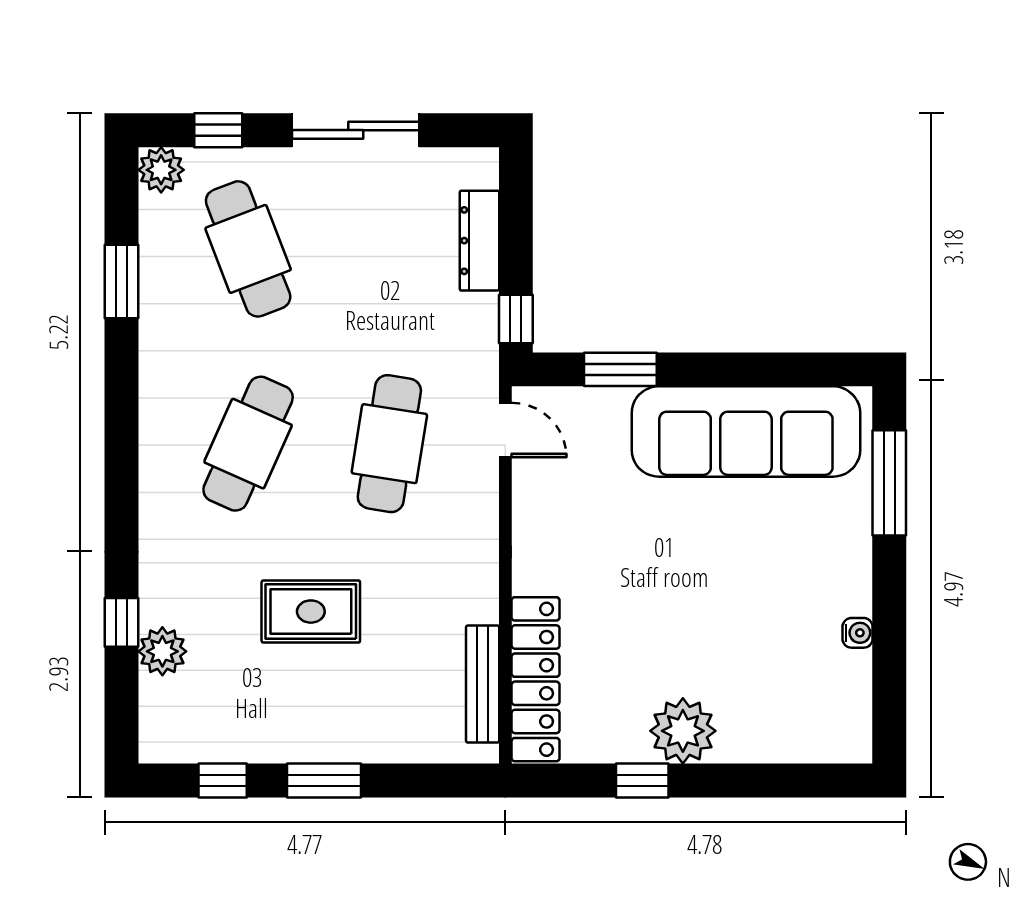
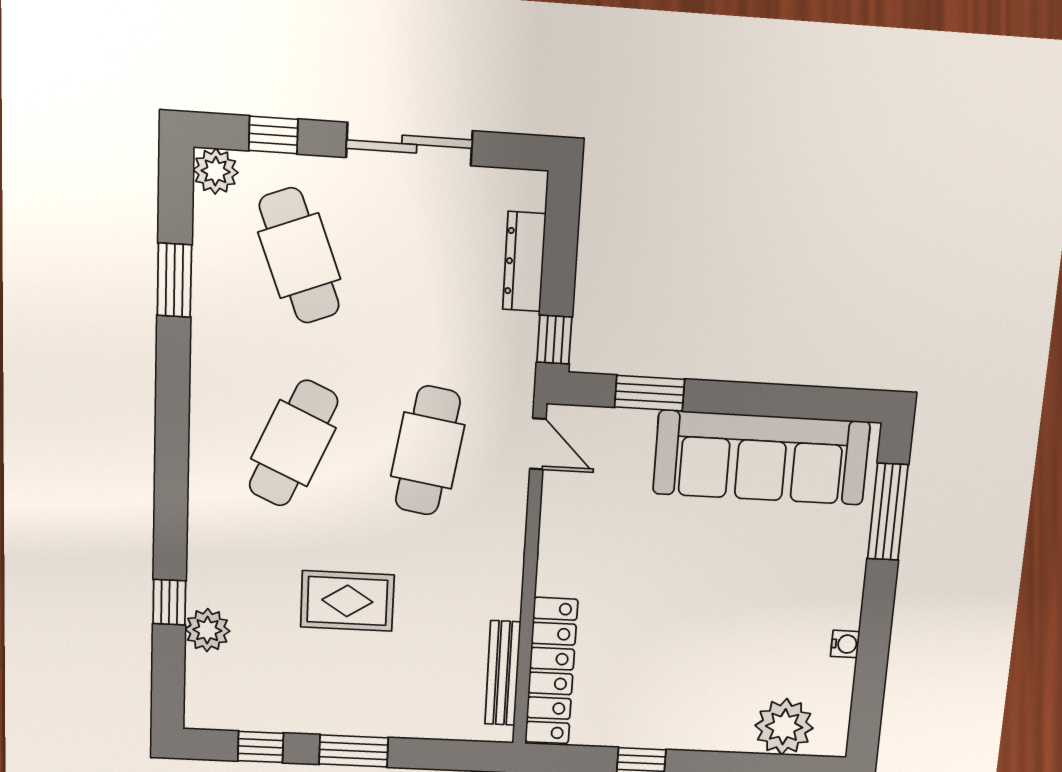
plant: (683, 731) -> (784, 727), moved

